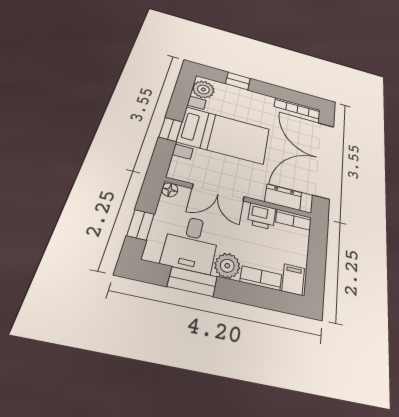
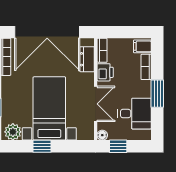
window: (171, 129) -> (42, 146), moved
window: (141, 225) -> (118, 146), moved
plant: (227, 266) -> (143, 89), removed
window: (192, 282) -> (157, 94), moved

